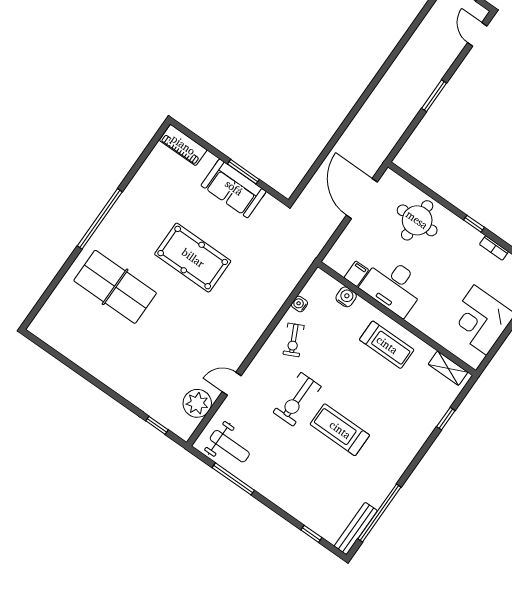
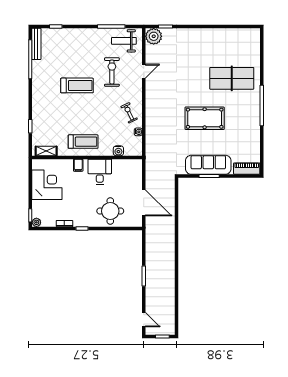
sofa: (234, 188) -> (208, 165), width x1.36
filing cabinet: (356, 274) -> (78, 165), moved
desk: (393, 286) -> (100, 172), width x0.73
treadmill: (387, 345) -> (83, 142), turned 180
exercise bike: (297, 399) -> (112, 72), moved
plant: (197, 403) -> (154, 36), moved

